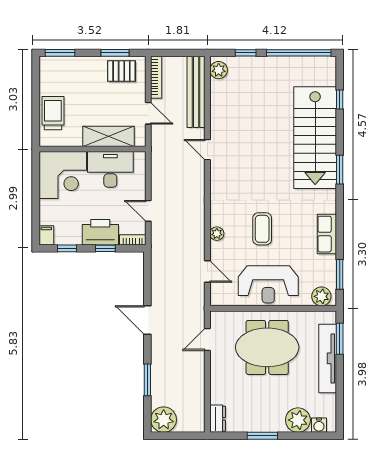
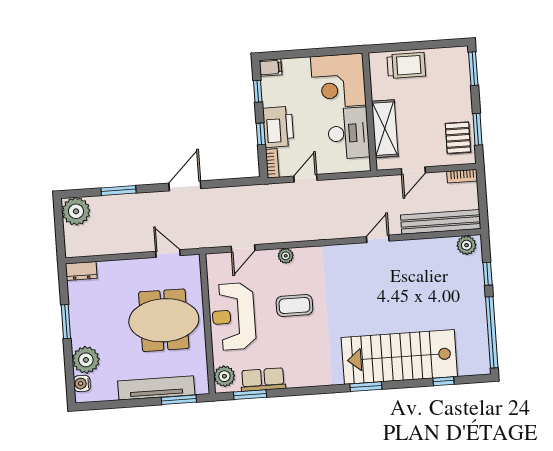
bookcase: (156, 77) -> (462, 176), width x0.64
row of seats: (327, 234) -> (263, 380), moved
meeting table: (267, 347) -> (164, 320), turned 90

